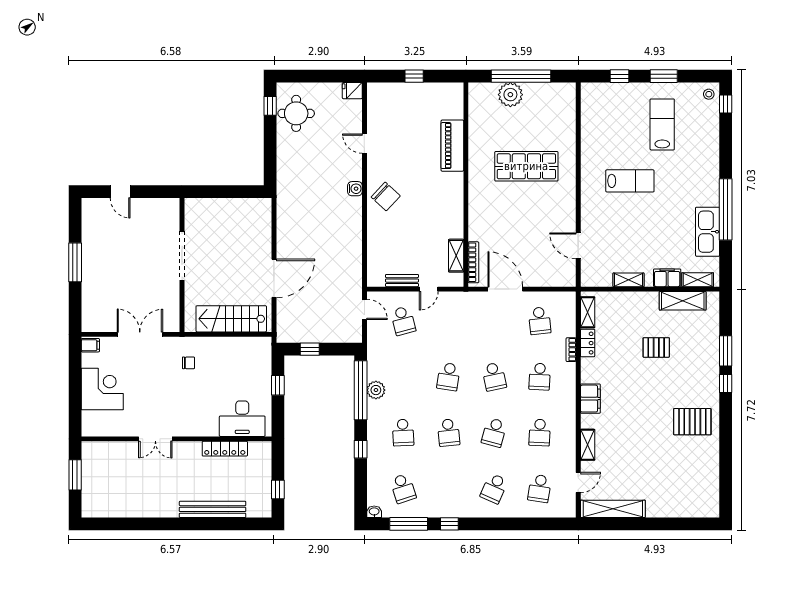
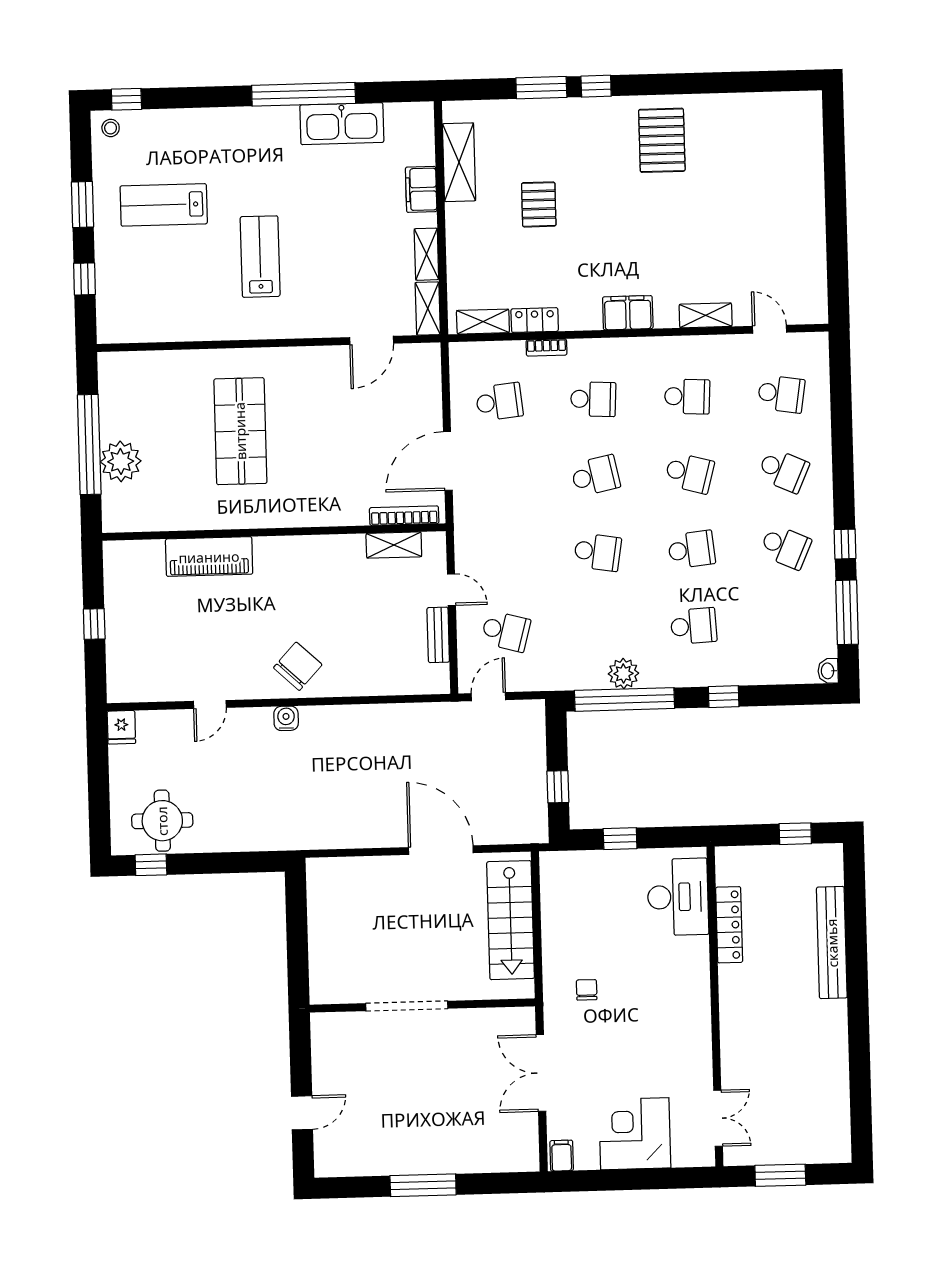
shelving: (698, 280) -> (428, 308), moved
school desk: (403, 321) -> (506, 631), turned 30
double door: (155, 439) -> (718, 1118), moved
school desk: (403, 488) -> (785, 547), moved, turned 42
shelving: (613, 509) -> (812, 270), removed

